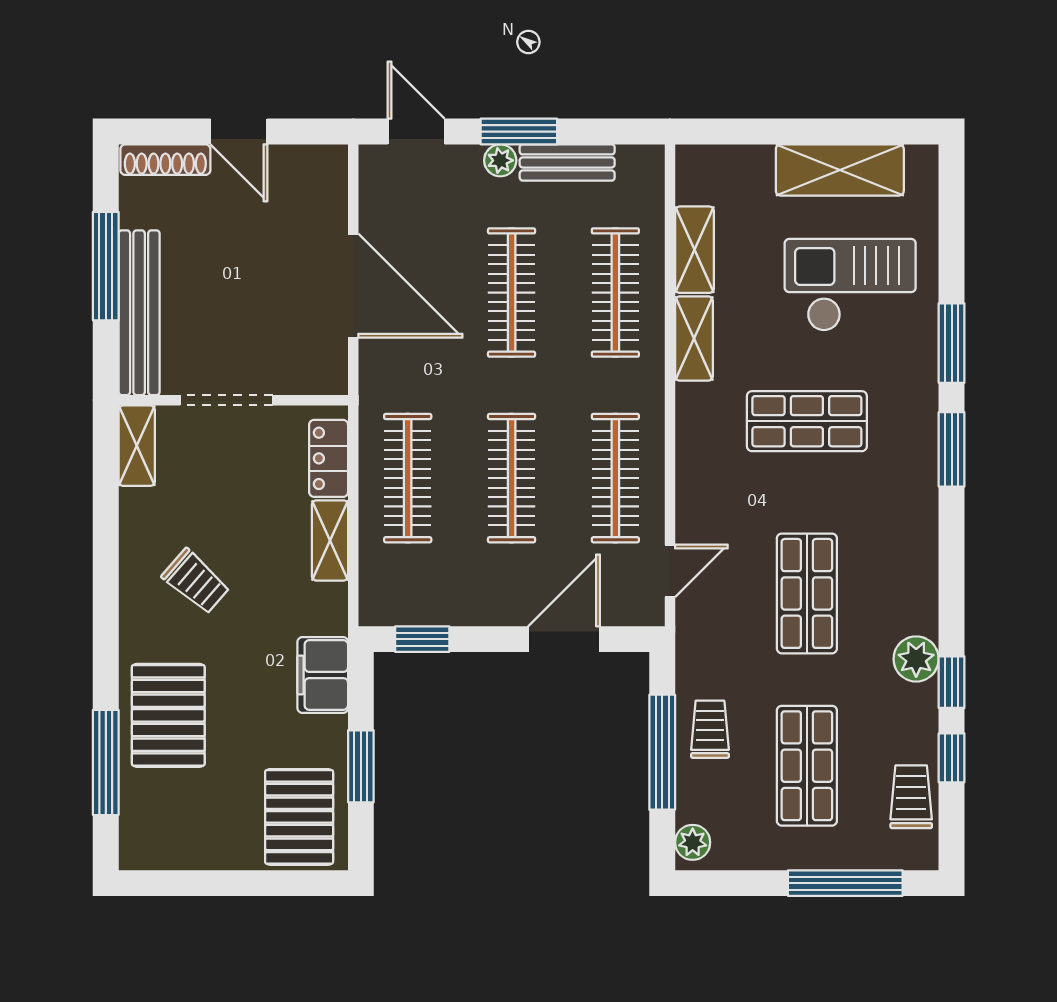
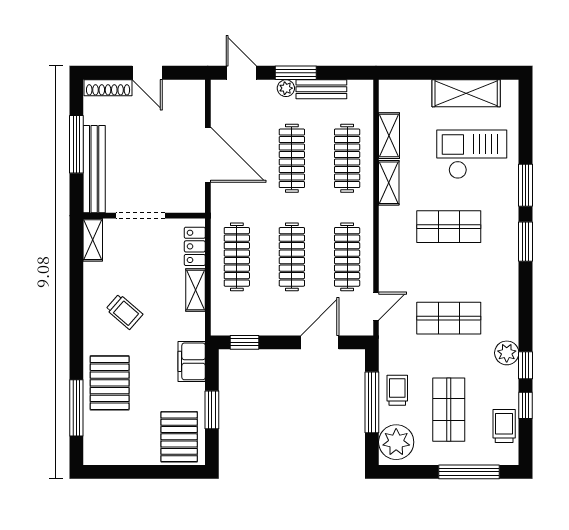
shop shelf: (807, 593) -> (449, 318), turned 90
plant: (693, 842) -> (396, 442), width x1.88, depth x1.88

